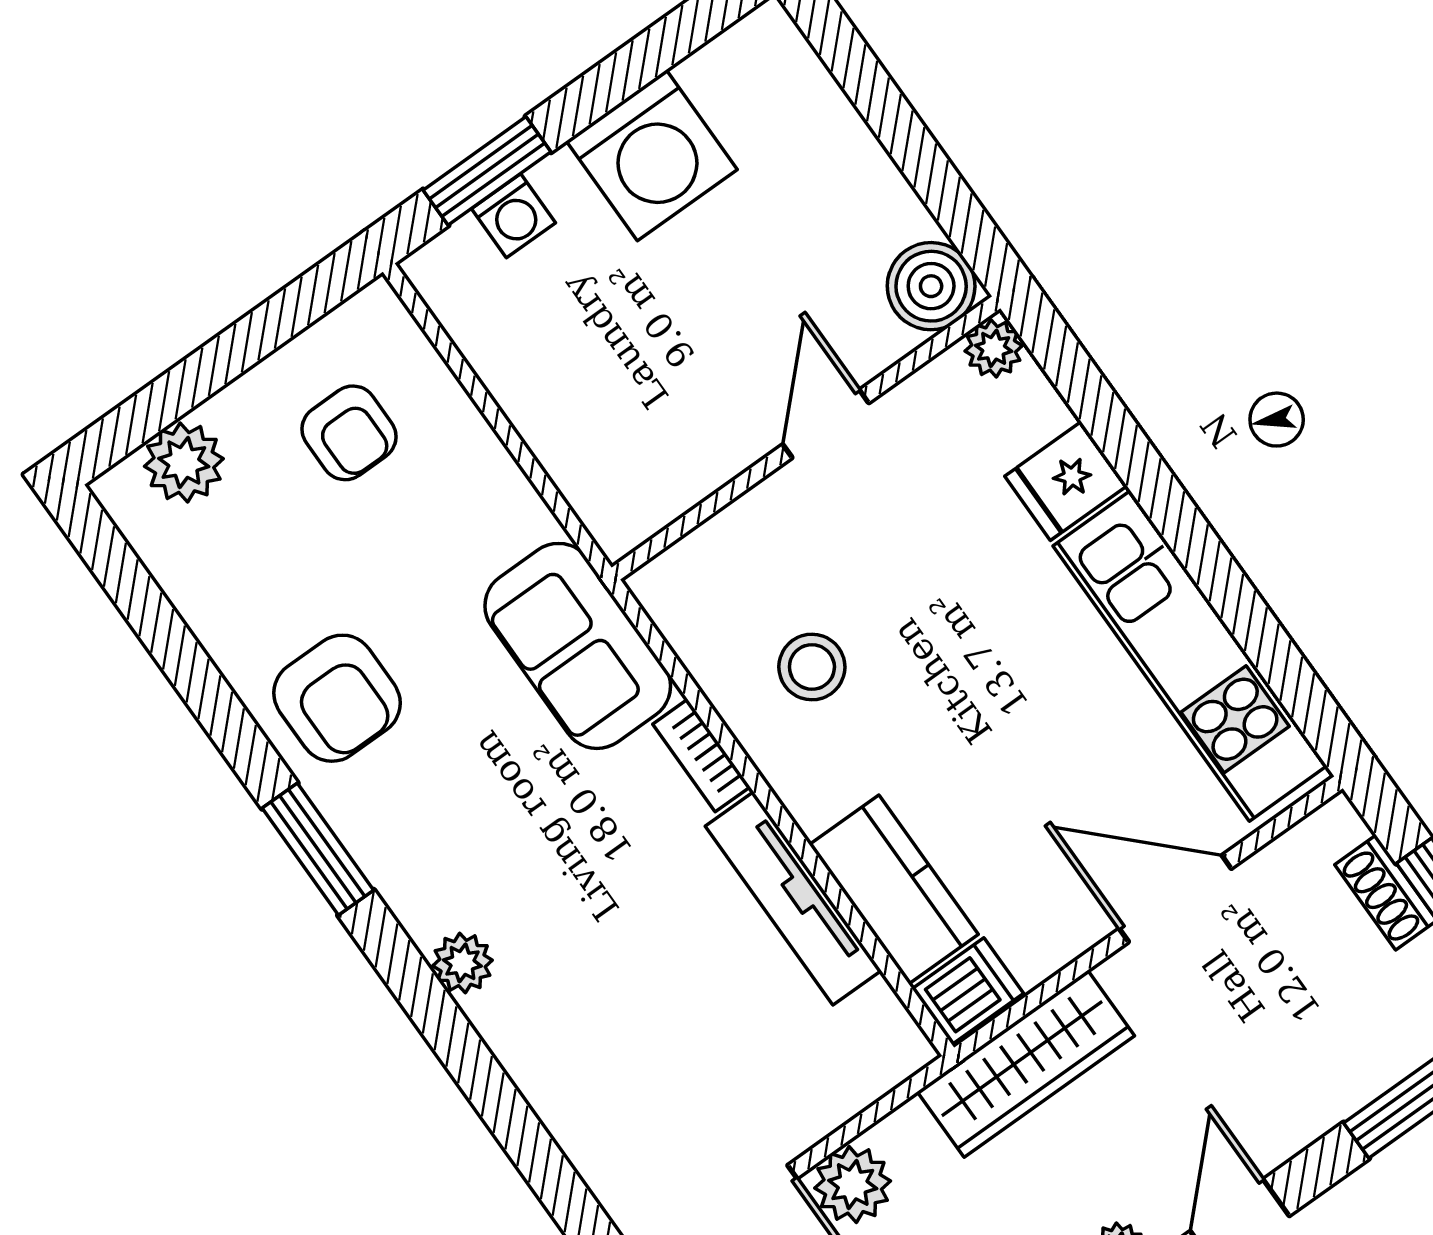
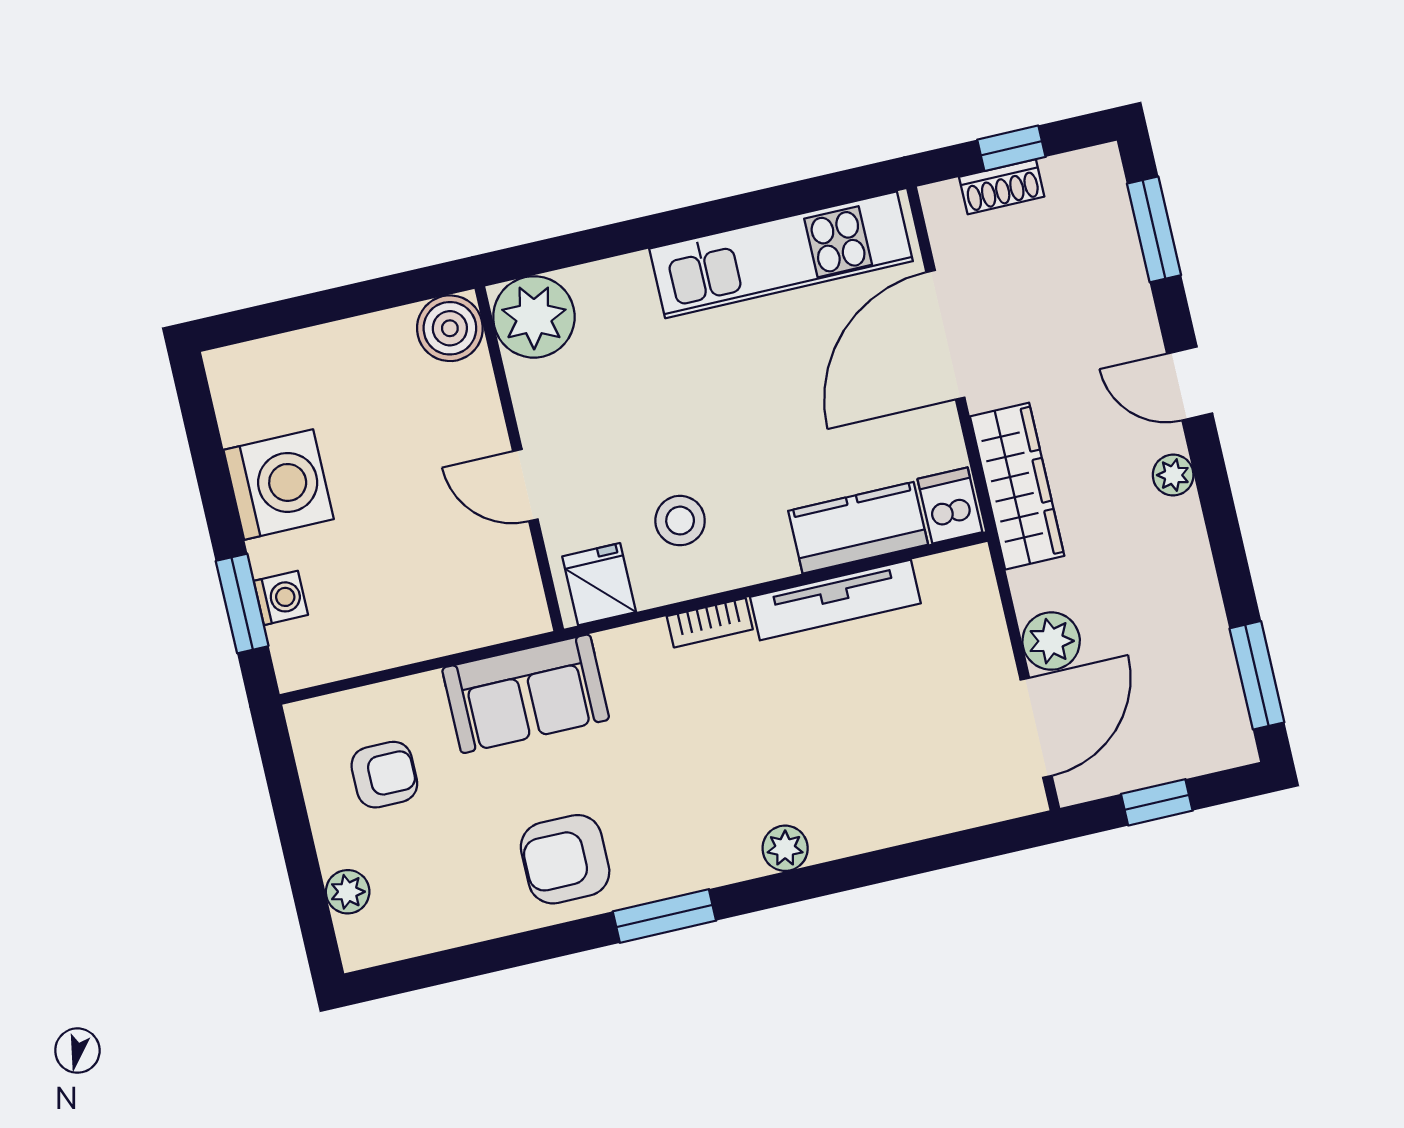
plant: (994, 348) -> (534, 317), width x1.87, depth x1.87
door: (826, 424) -> (525, 485), moved
plant: (184, 463) -> (348, 892), width x0.73, depth x0.73
fridge: (1066, 481) -> (599, 584), moved, turned 180
sofa: (578, 646) -> (526, 694), moved
armchair: (337, 698) -> (565, 859), turned 180
door: (1175, 899) -> (945, 335), width x1.36

